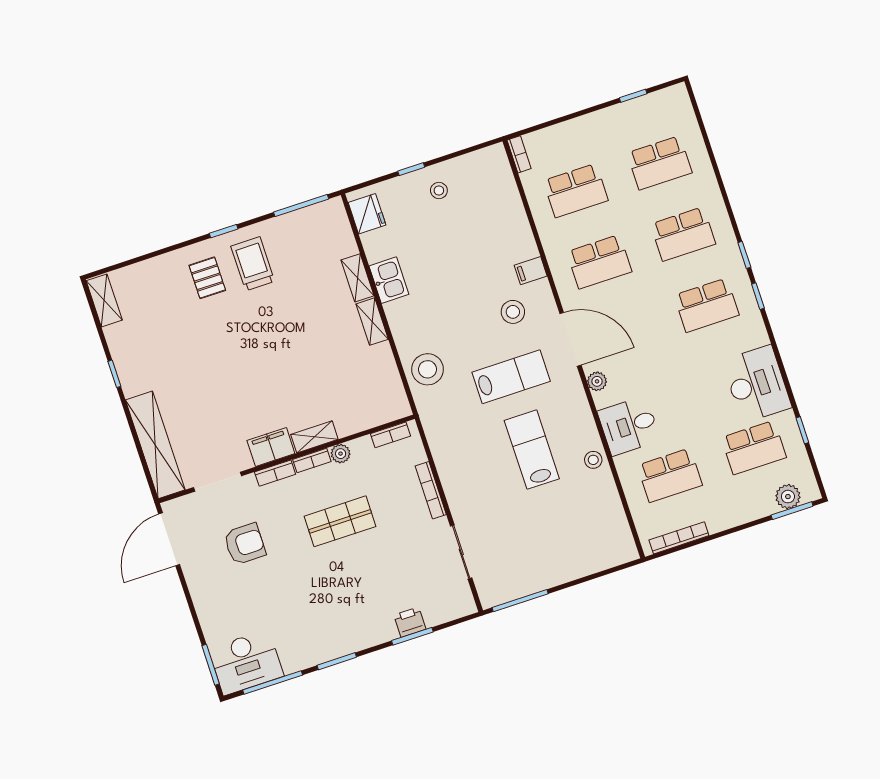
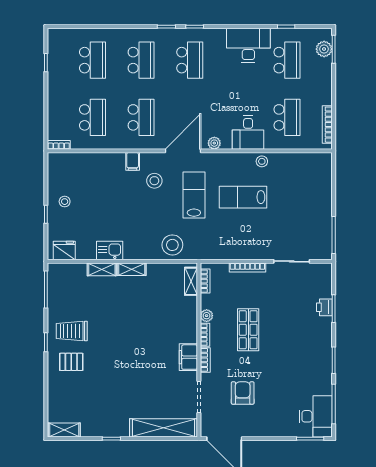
shelving: (314, 437) -> (191, 281), moved

